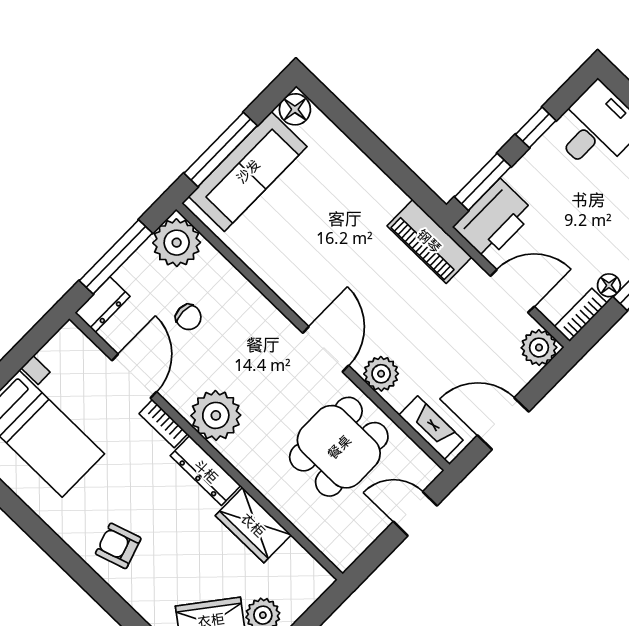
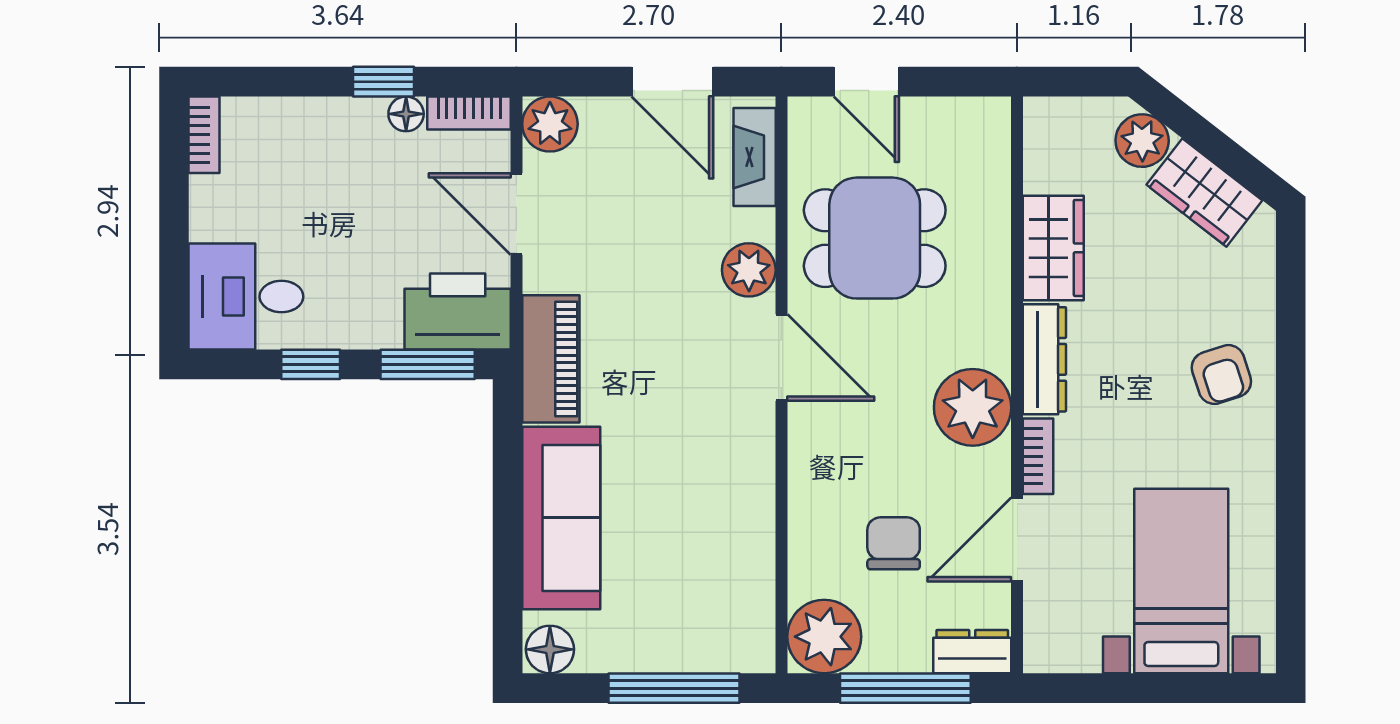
sofa: (248, 171) -> (561, 518), moved, turned 90
chair: (188, 317) -> (894, 543), width x1.37, depth x1.37
door: (326, 349) -> (781, 357), swing flipped

